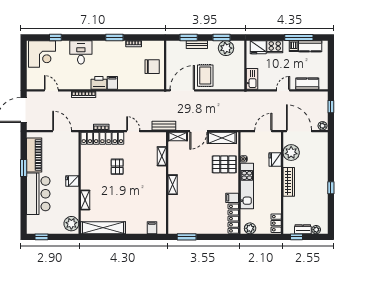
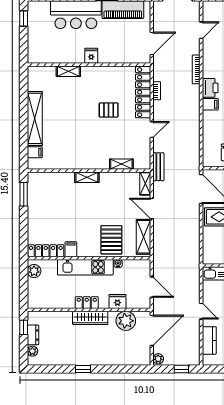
locker: (276, 223) -> (87, 303), moved
plant: (71, 224) -> (40, 55), removed
shelving: (103, 228) -> (35, 118), moved

